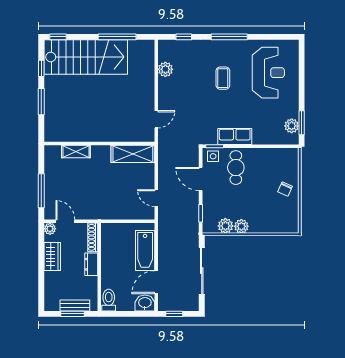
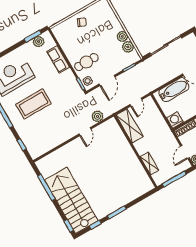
plant: (165, 69) -> (98, 116), moved
coffee table: (223, 78) -> (34, 104), width x1.86, depth x1.72
door: (156, 119) -> (85, 132), swing flipped
row of seats: (235, 136) -> (58, 59), moved
wall: (99, 143) -> (135, 151), moved
shelving: (76, 152) -> (149, 163), moved
shelving: (133, 154) -> (130, 126), moved
washing machine: (109, 231) -> (175, 120), added

